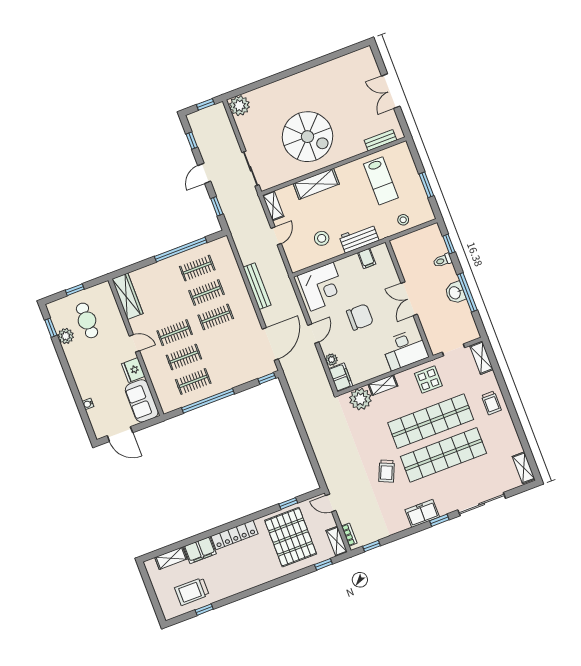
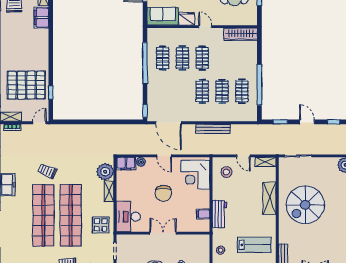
lab bench: (381, 181) -> (254, 245), turned 180
stool: (322, 238) -> (226, 172), moved
door: (134, 343) -> (205, 27), swing flipped
locker: (234, 535) -> (43, 46), removed

